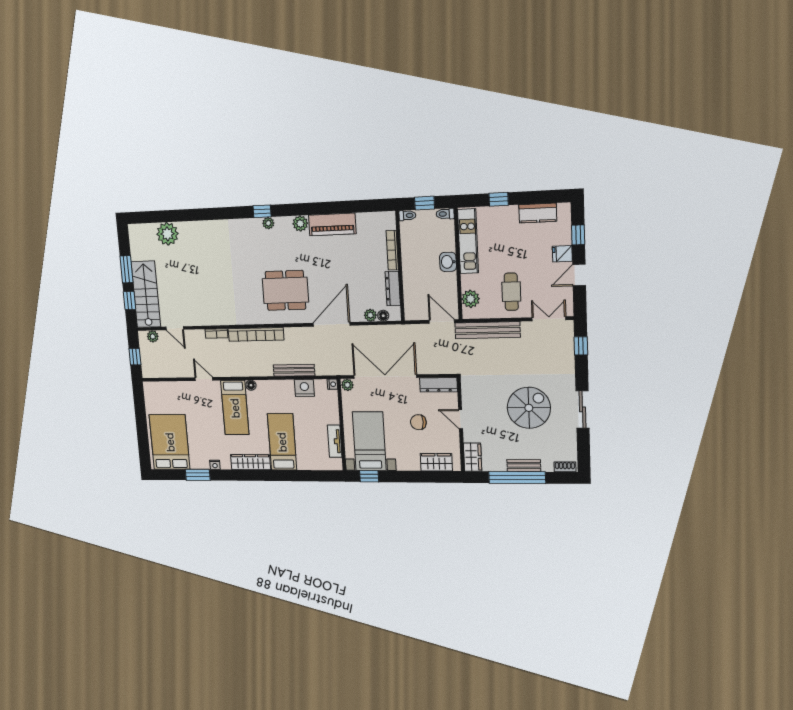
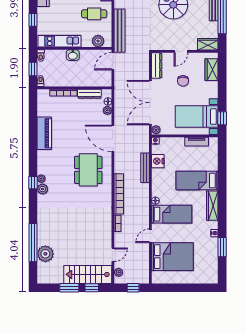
window: (181, 215) -> (33, 243), added
plant: (300, 223) -> (43, 189), moved
bed: (170, 442) -> (172, 257), moved, turned 180

